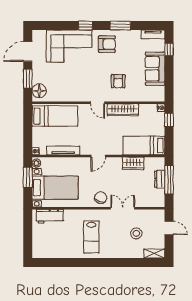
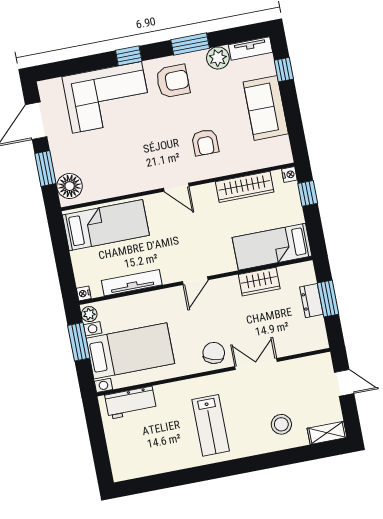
plant: (134, 36) -> (218, 58), added
wardrobe: (123, 110) -> (245, 187), moved
window: (169, 180) -> (328, 299), width x0.69
stool: (136, 233) -> (281, 424), moved

